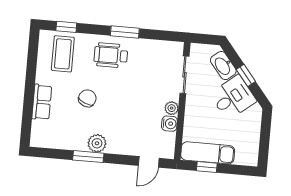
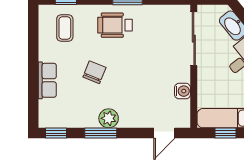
coffee table: (63, 54) -> (65, 28), width x0.73, depth x0.77
sliding door: (185, 75) -> (194, 39), width x1.37
plant: (172, 108) -> (183, 75), removed
window: (46, 153) -> (56, 133), added

